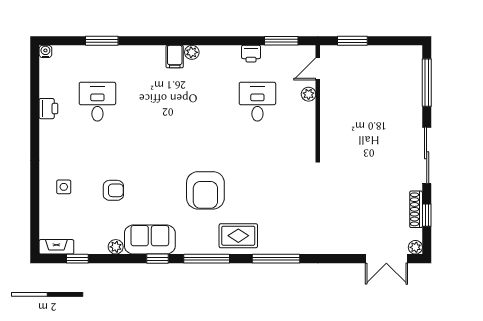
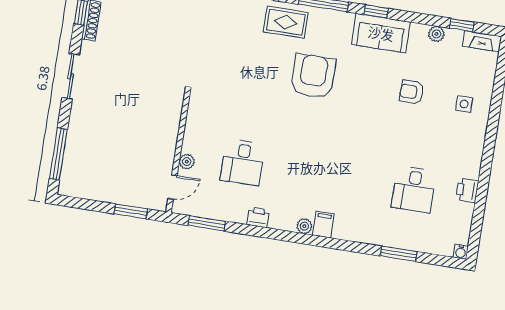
printer: (251, 54) -> (258, 217), moved
sliding door: (427, 155) -> (71, 76), width x0.73
plant: (116, 247) -> (436, 34), moved

